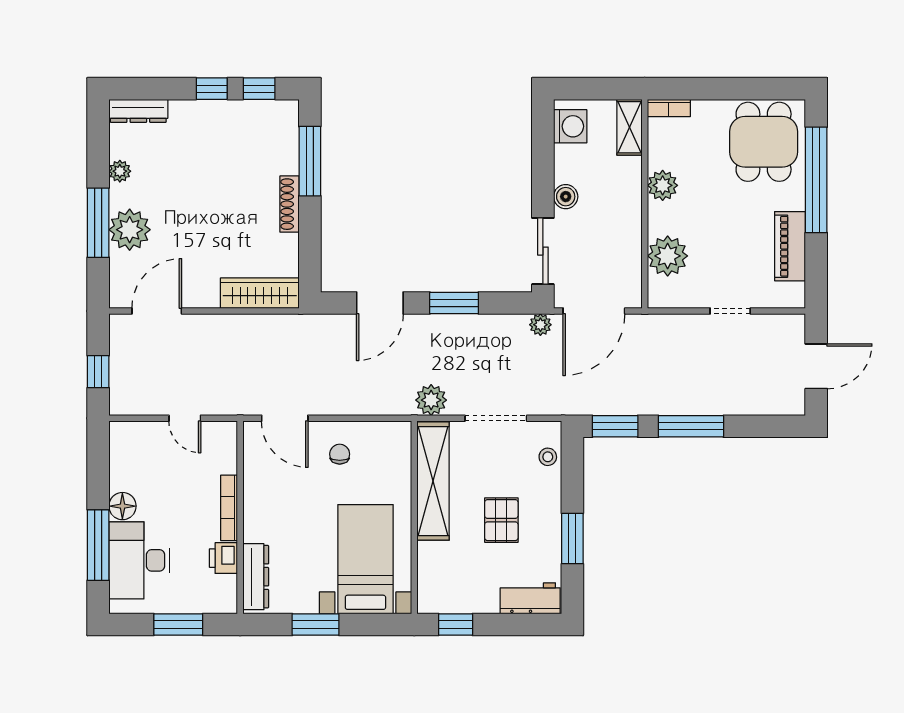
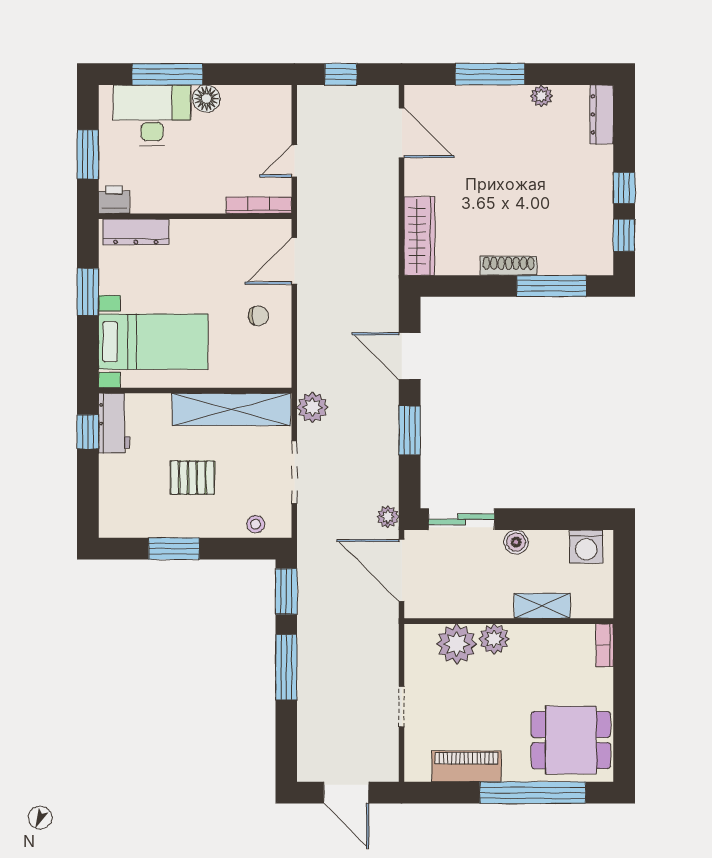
shelving: (629, 127) -> (542, 606), moved
plant: (663, 185) -> (494, 639), moved
plant: (130, 230) -> (483, 106), removed
bookcase: (229, 508) -> (259, 205), moved
printer: (223, 558) -> (114, 200), moved
workbench: (530, 598) -> (114, 423), moved

